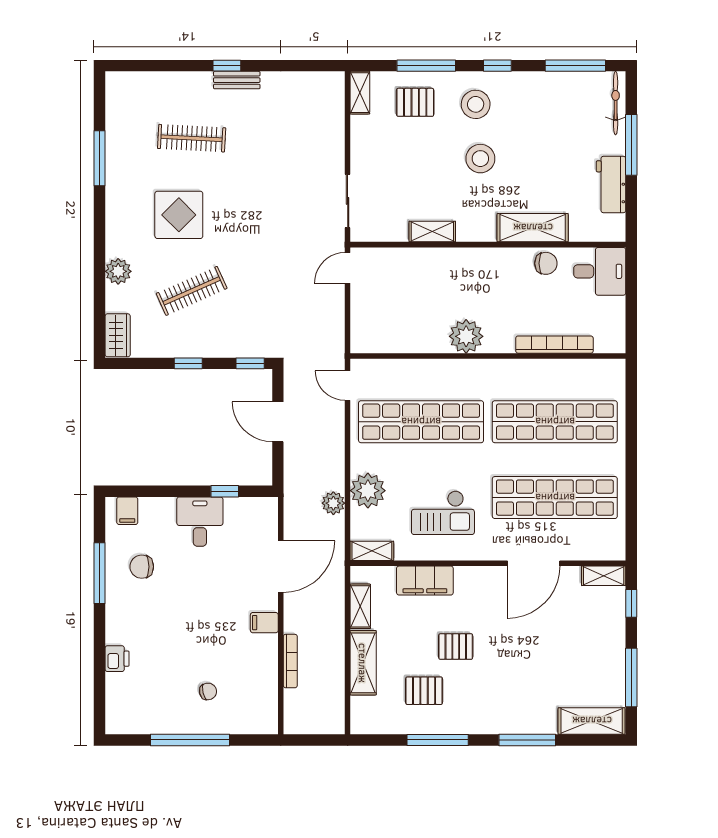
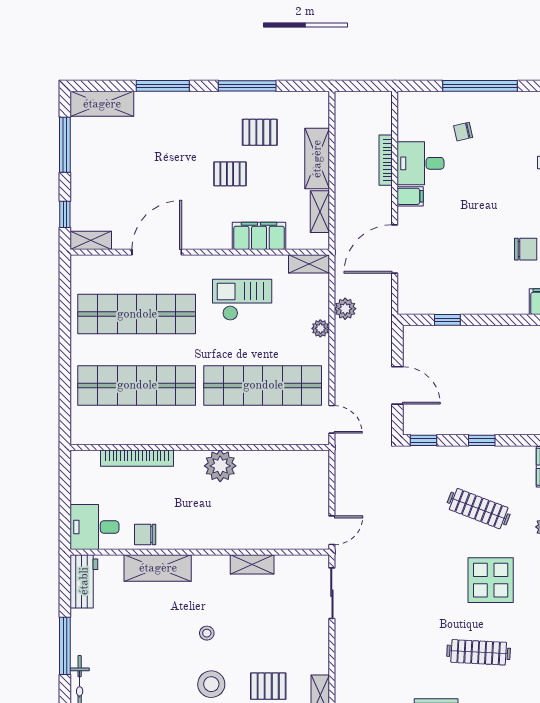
stool: (480, 159) -> (207, 633), width x0.53, depth x0.53
workbench: (611, 184) -> (84, 581), moved
clothes rail: (192, 291) -> (479, 509), turned 45
plant: (368, 491) -> (320, 328), width x0.53, depth x0.53
desk: (200, 522) -> (421, 163), moved, turned 90

